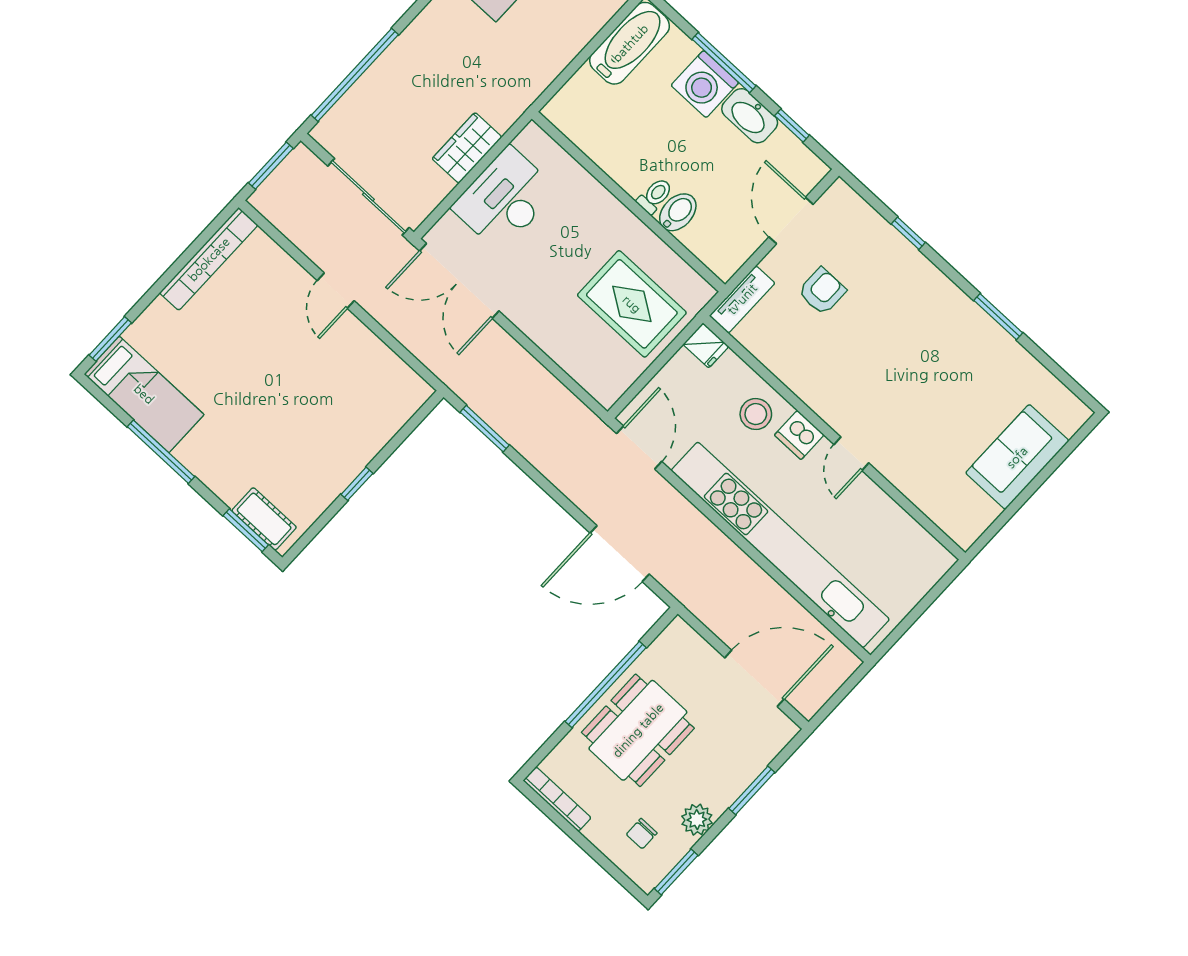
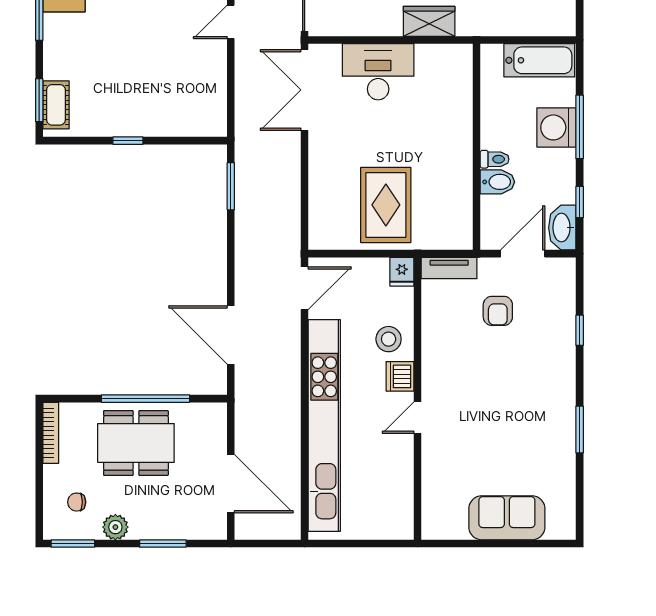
washbasin: (750, 116) -> (562, 228), moved
wardrobe: (467, 148) -> (429, 21), moved
toilet: (655, 196) -> (495, 159), moved
wall: (628, 202) -> (476, 147), moved
bidet: (678, 212) -> (497, 182), moved
armchair: (822, 291) -> (498, 311), turned 90

